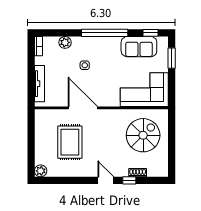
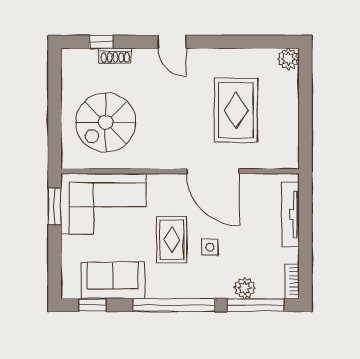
window: (59, 33) -> (256, 305), added
window: (172, 58) -> (55, 206), moved
rug: (106, 70) -> (172, 240), added
window: (129, 180) -> (101, 42), moved

